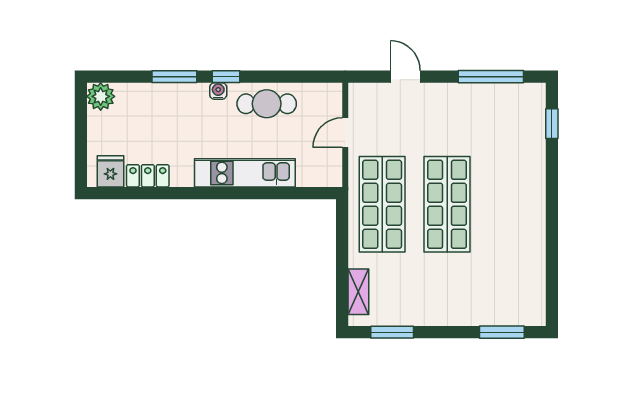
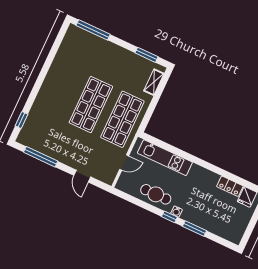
plant: (101, 96) -> (235, 236), removed
kitchen unit: (245, 173) -> (165, 158), moved
window: (502, 332) -> (93, 30), width x1.44

